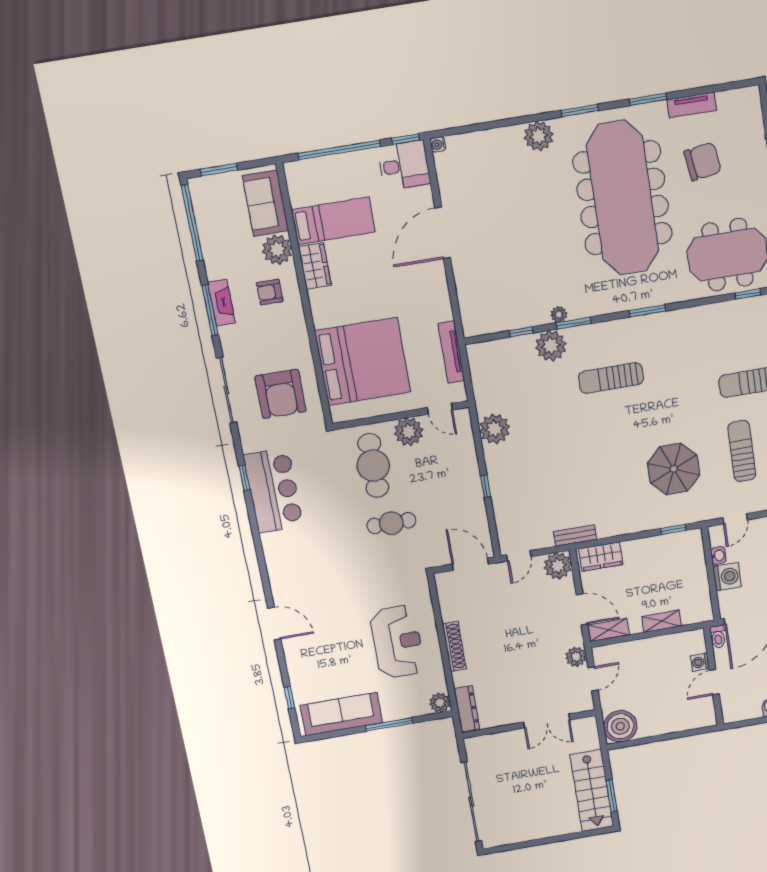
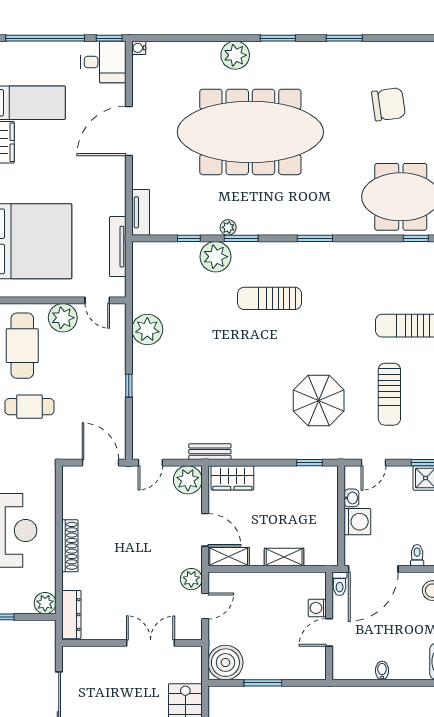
tv unit: (692, 105) -> (141, 212), moved, turned -90
meeting table: (623, 198) -> (250, 132), moved, turned 90
sun lounger: (742, 451) -> (389, 394), turned 180
double door: (547, 721) -> (151, 643), swing flipped
window: (658, 738) -> (263, 683), added

